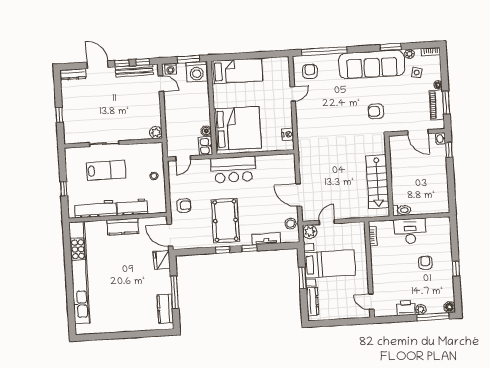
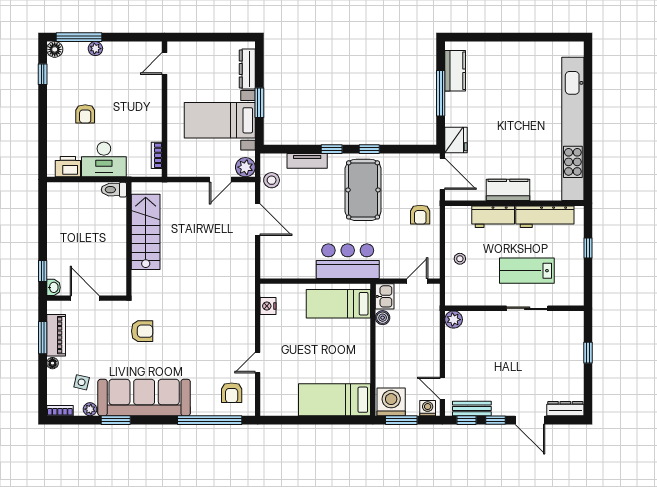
bench: (134, 71) -> (472, 408), width x0.73
bed: (237, 128) -> (338, 304), width x0.49
armchair: (184, 205) -> (420, 215), turned -90
window: (456, 269) -> (43, 74), moved
door: (371, 302) -> (164, 64), swing flipped
printer: (406, 308) -> (68, 167), moved, turned 180

